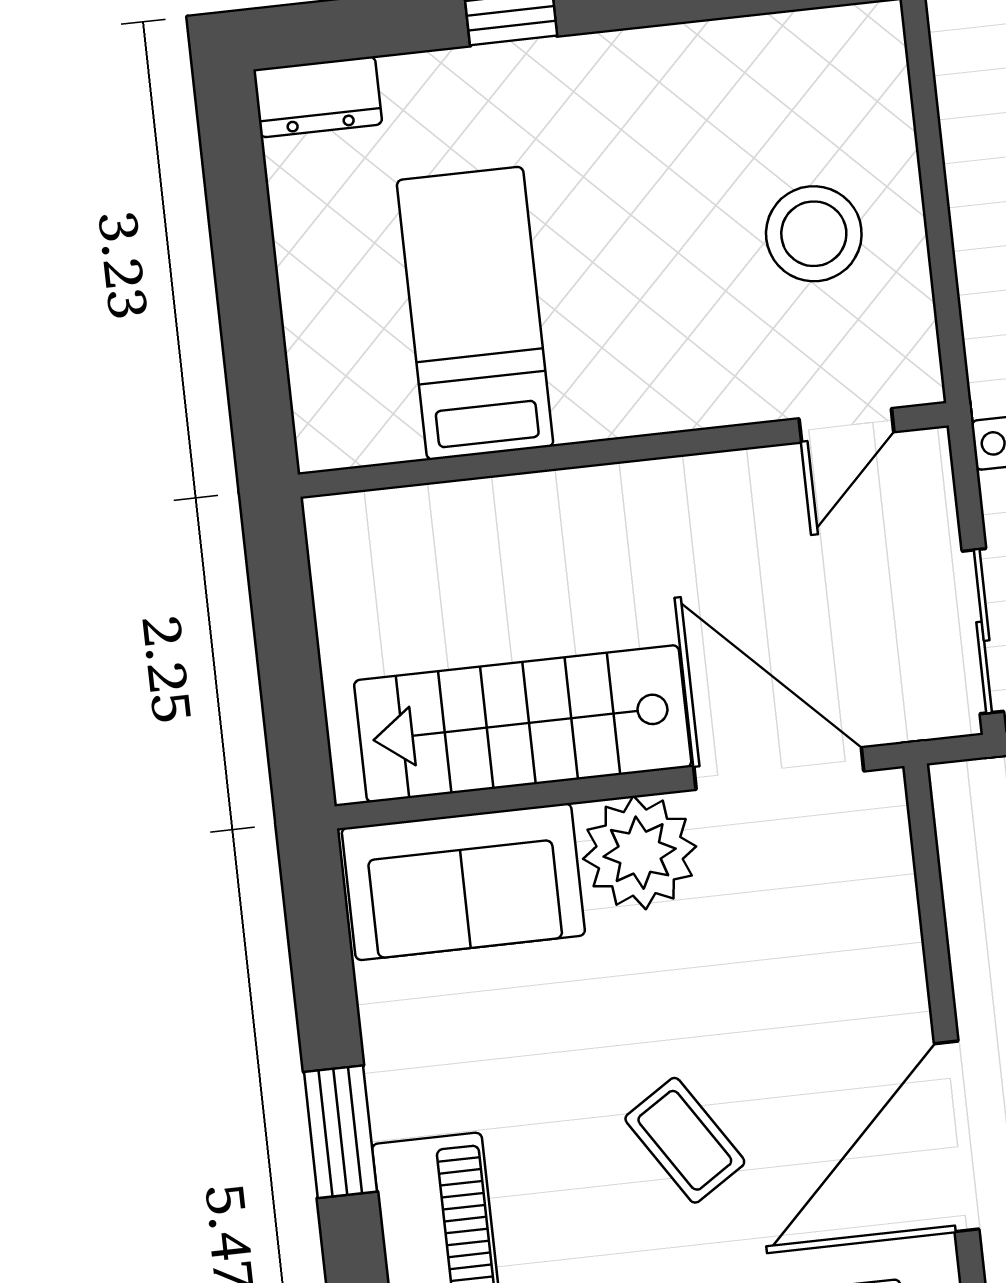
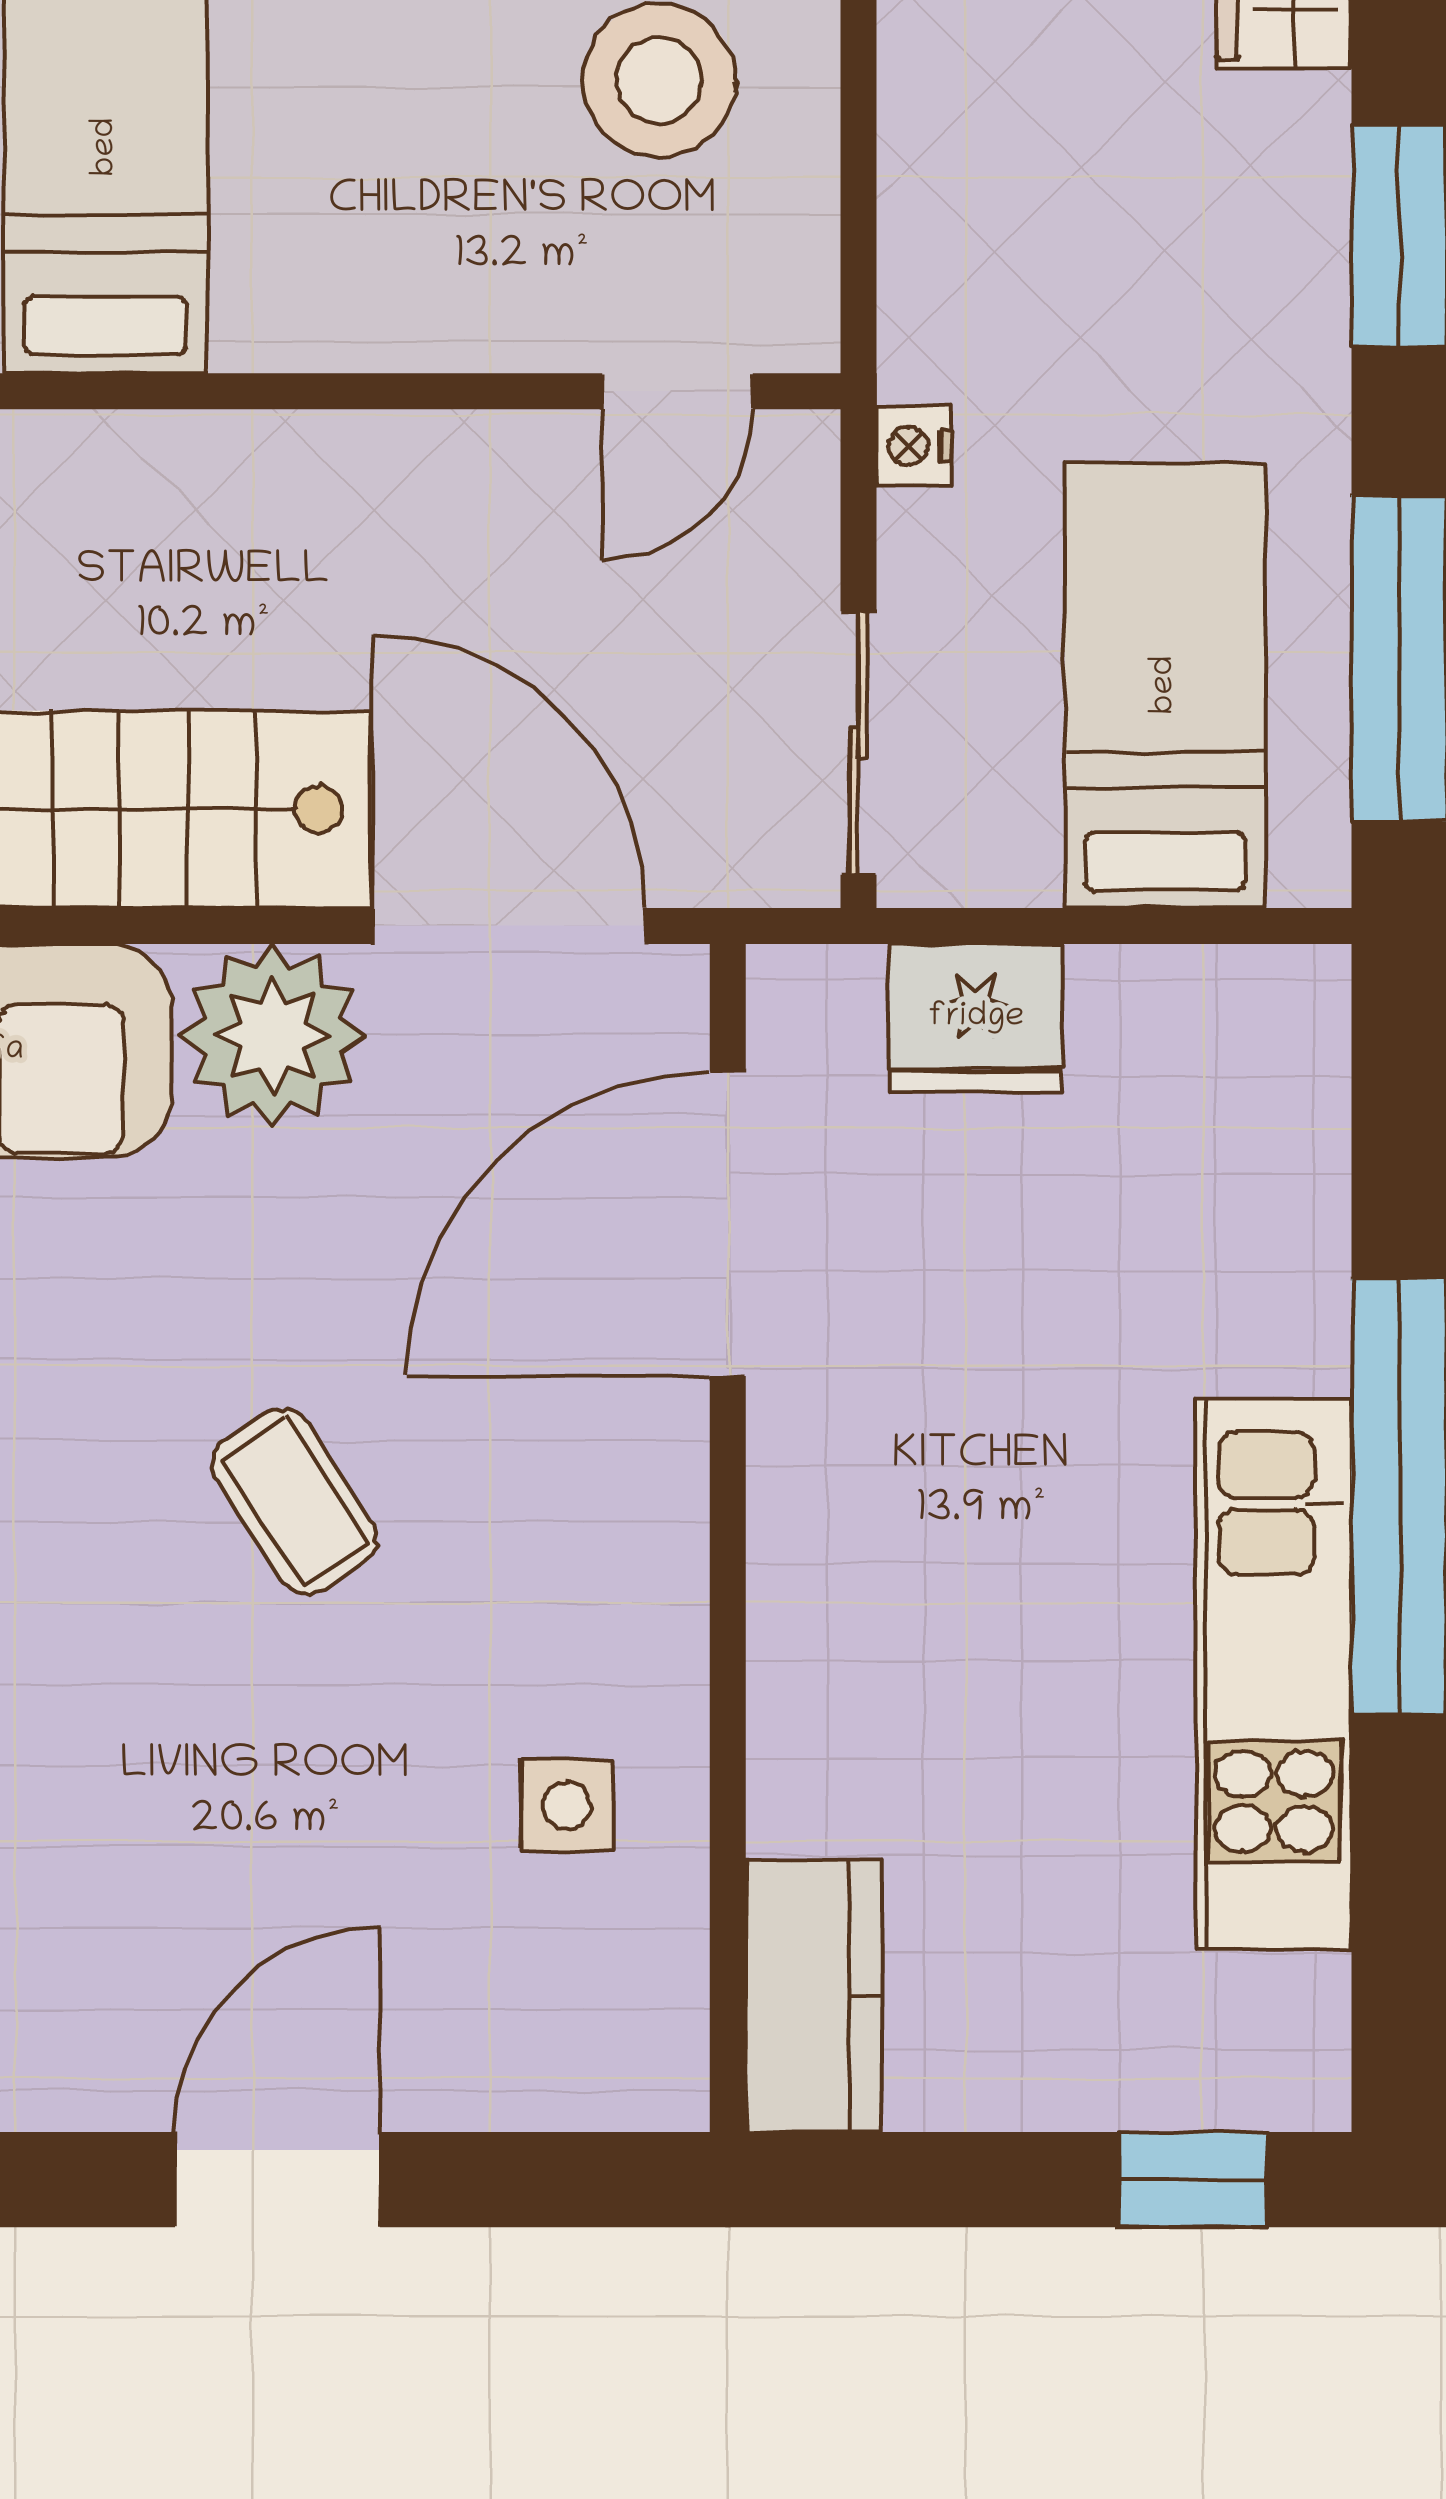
door: (957, 1136) -> (728, 1224), moved

